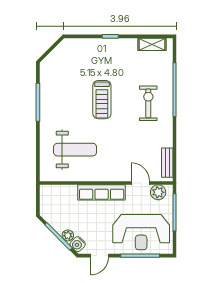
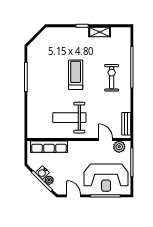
shelving: (152, 44) -> (100, 32), moved
treadmill: (102, 100) -> (76, 75), turned 180
weight bench: (75, 150) -> (69, 118), moved, turned 180
row of seats: (102, 192) -> (49, 147), moved
water cooler: (78, 244) -> (42, 173), moved
door: (99, 256) -> (74, 196), swing flipped

